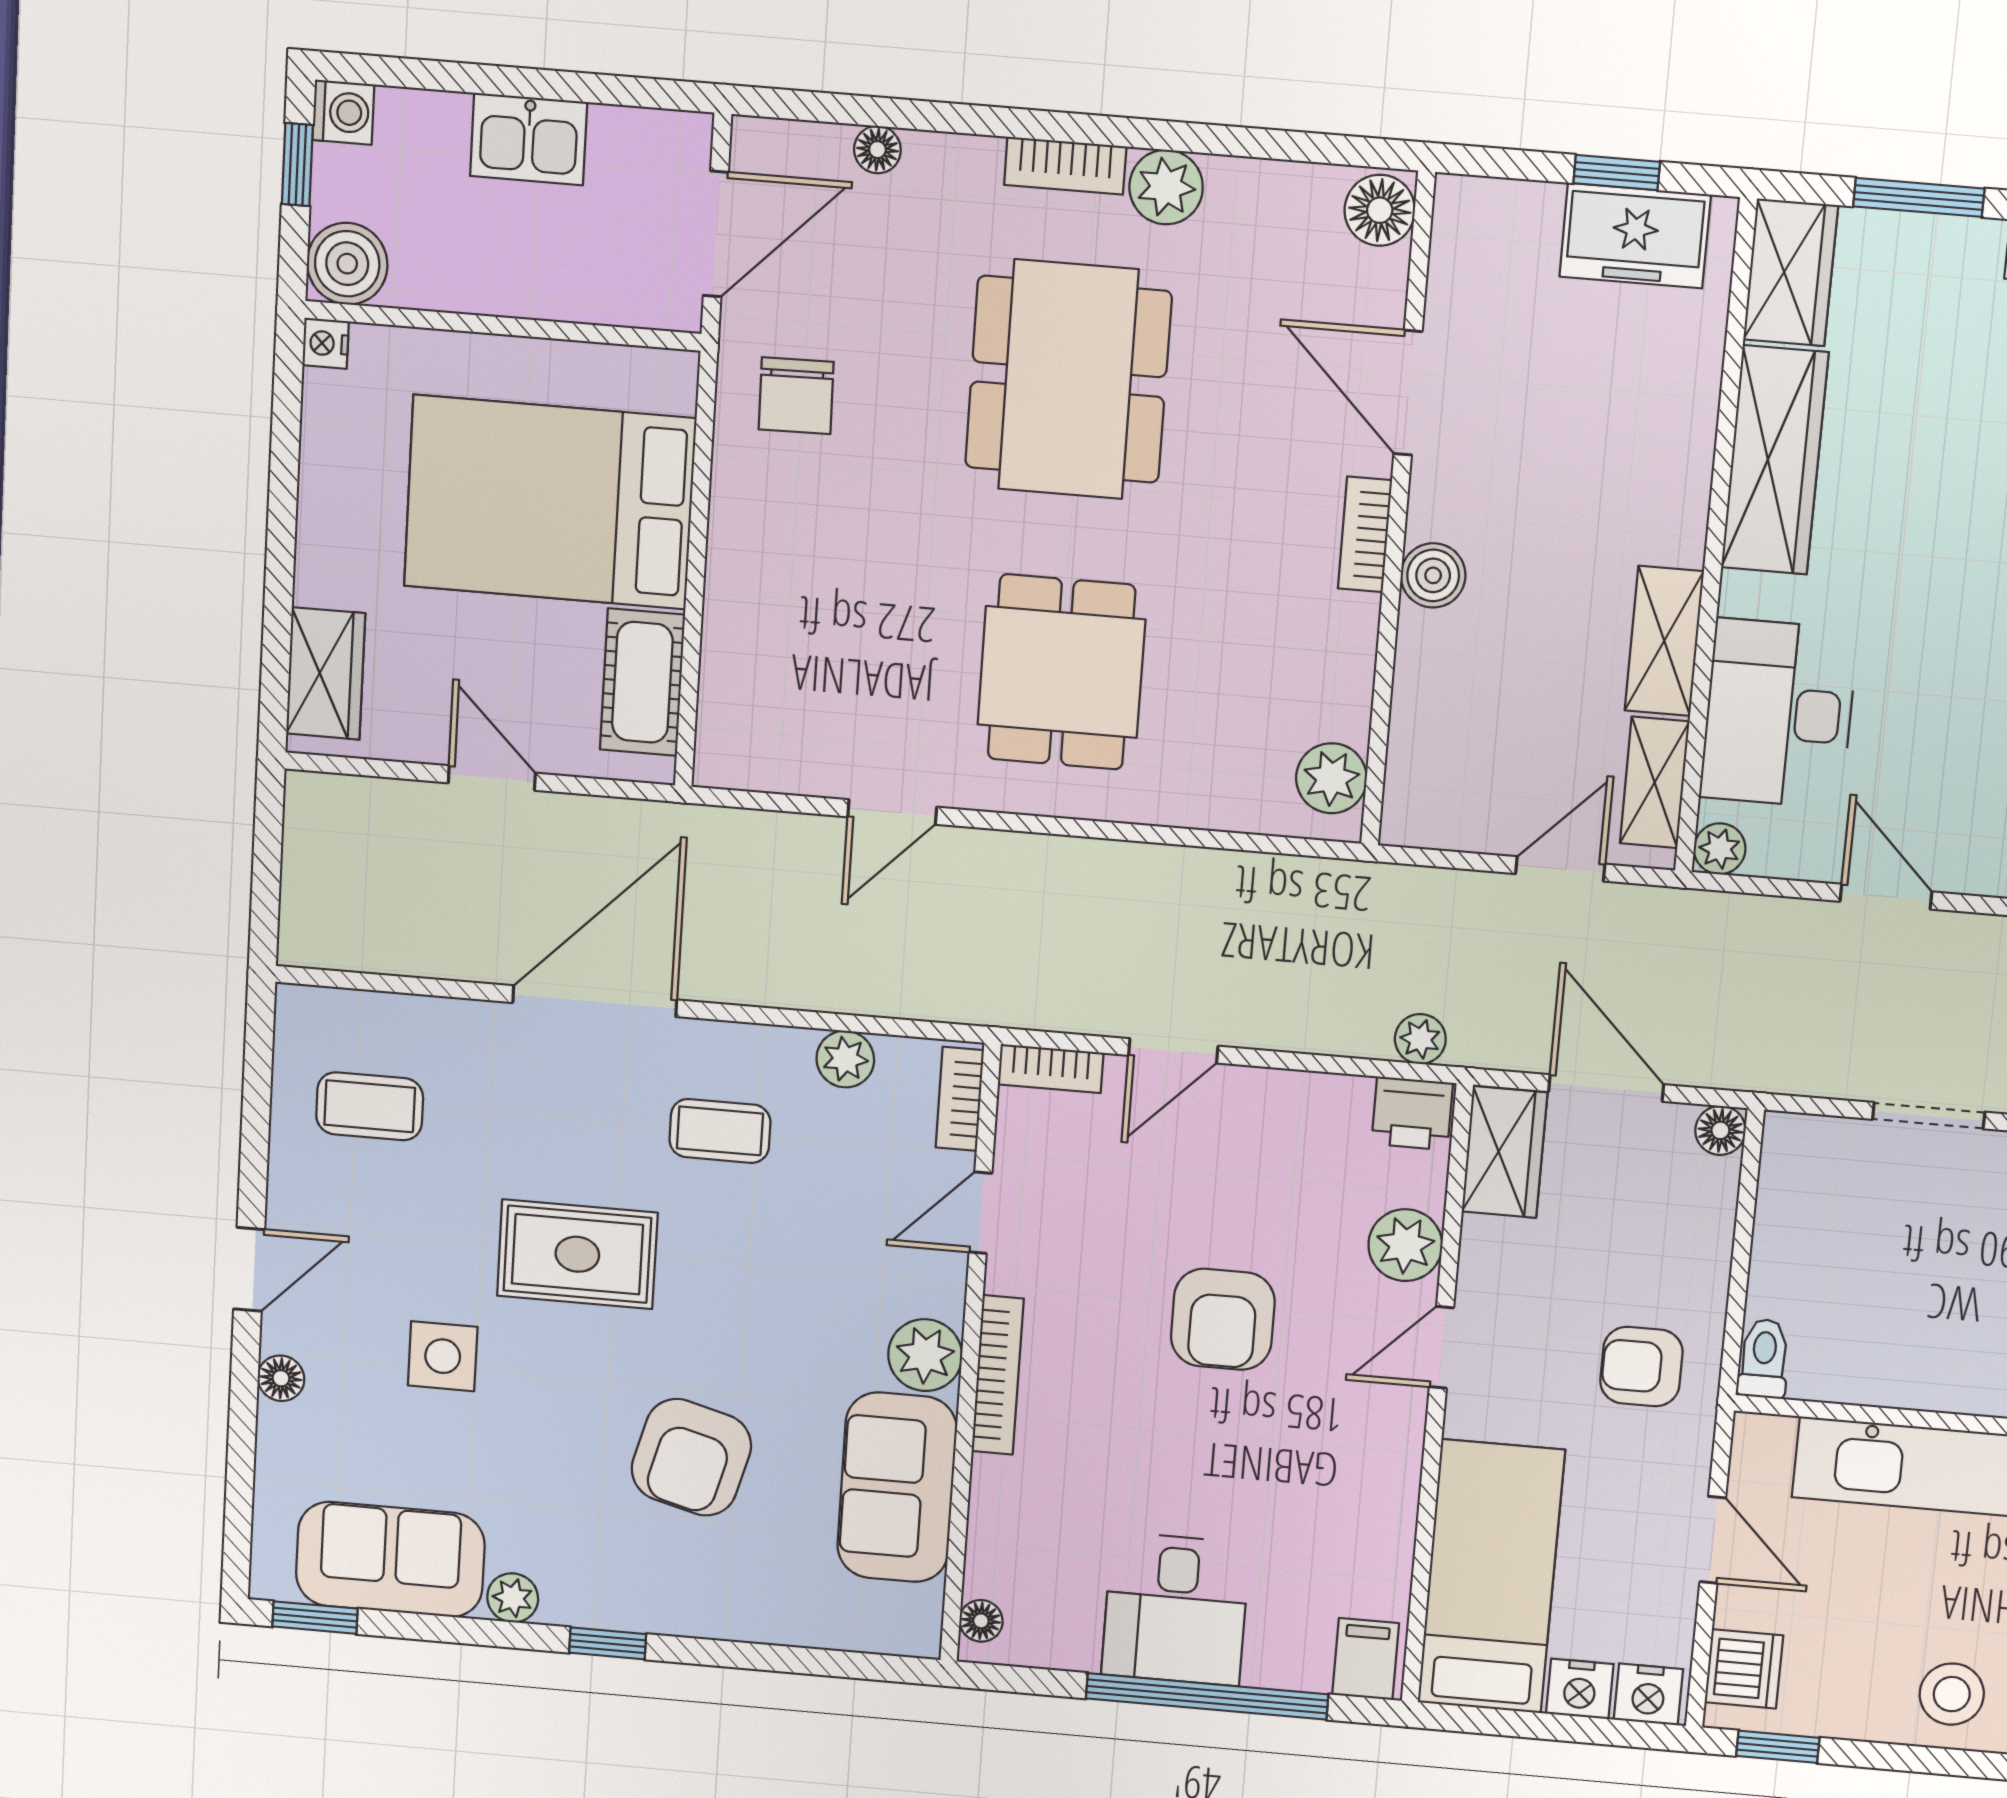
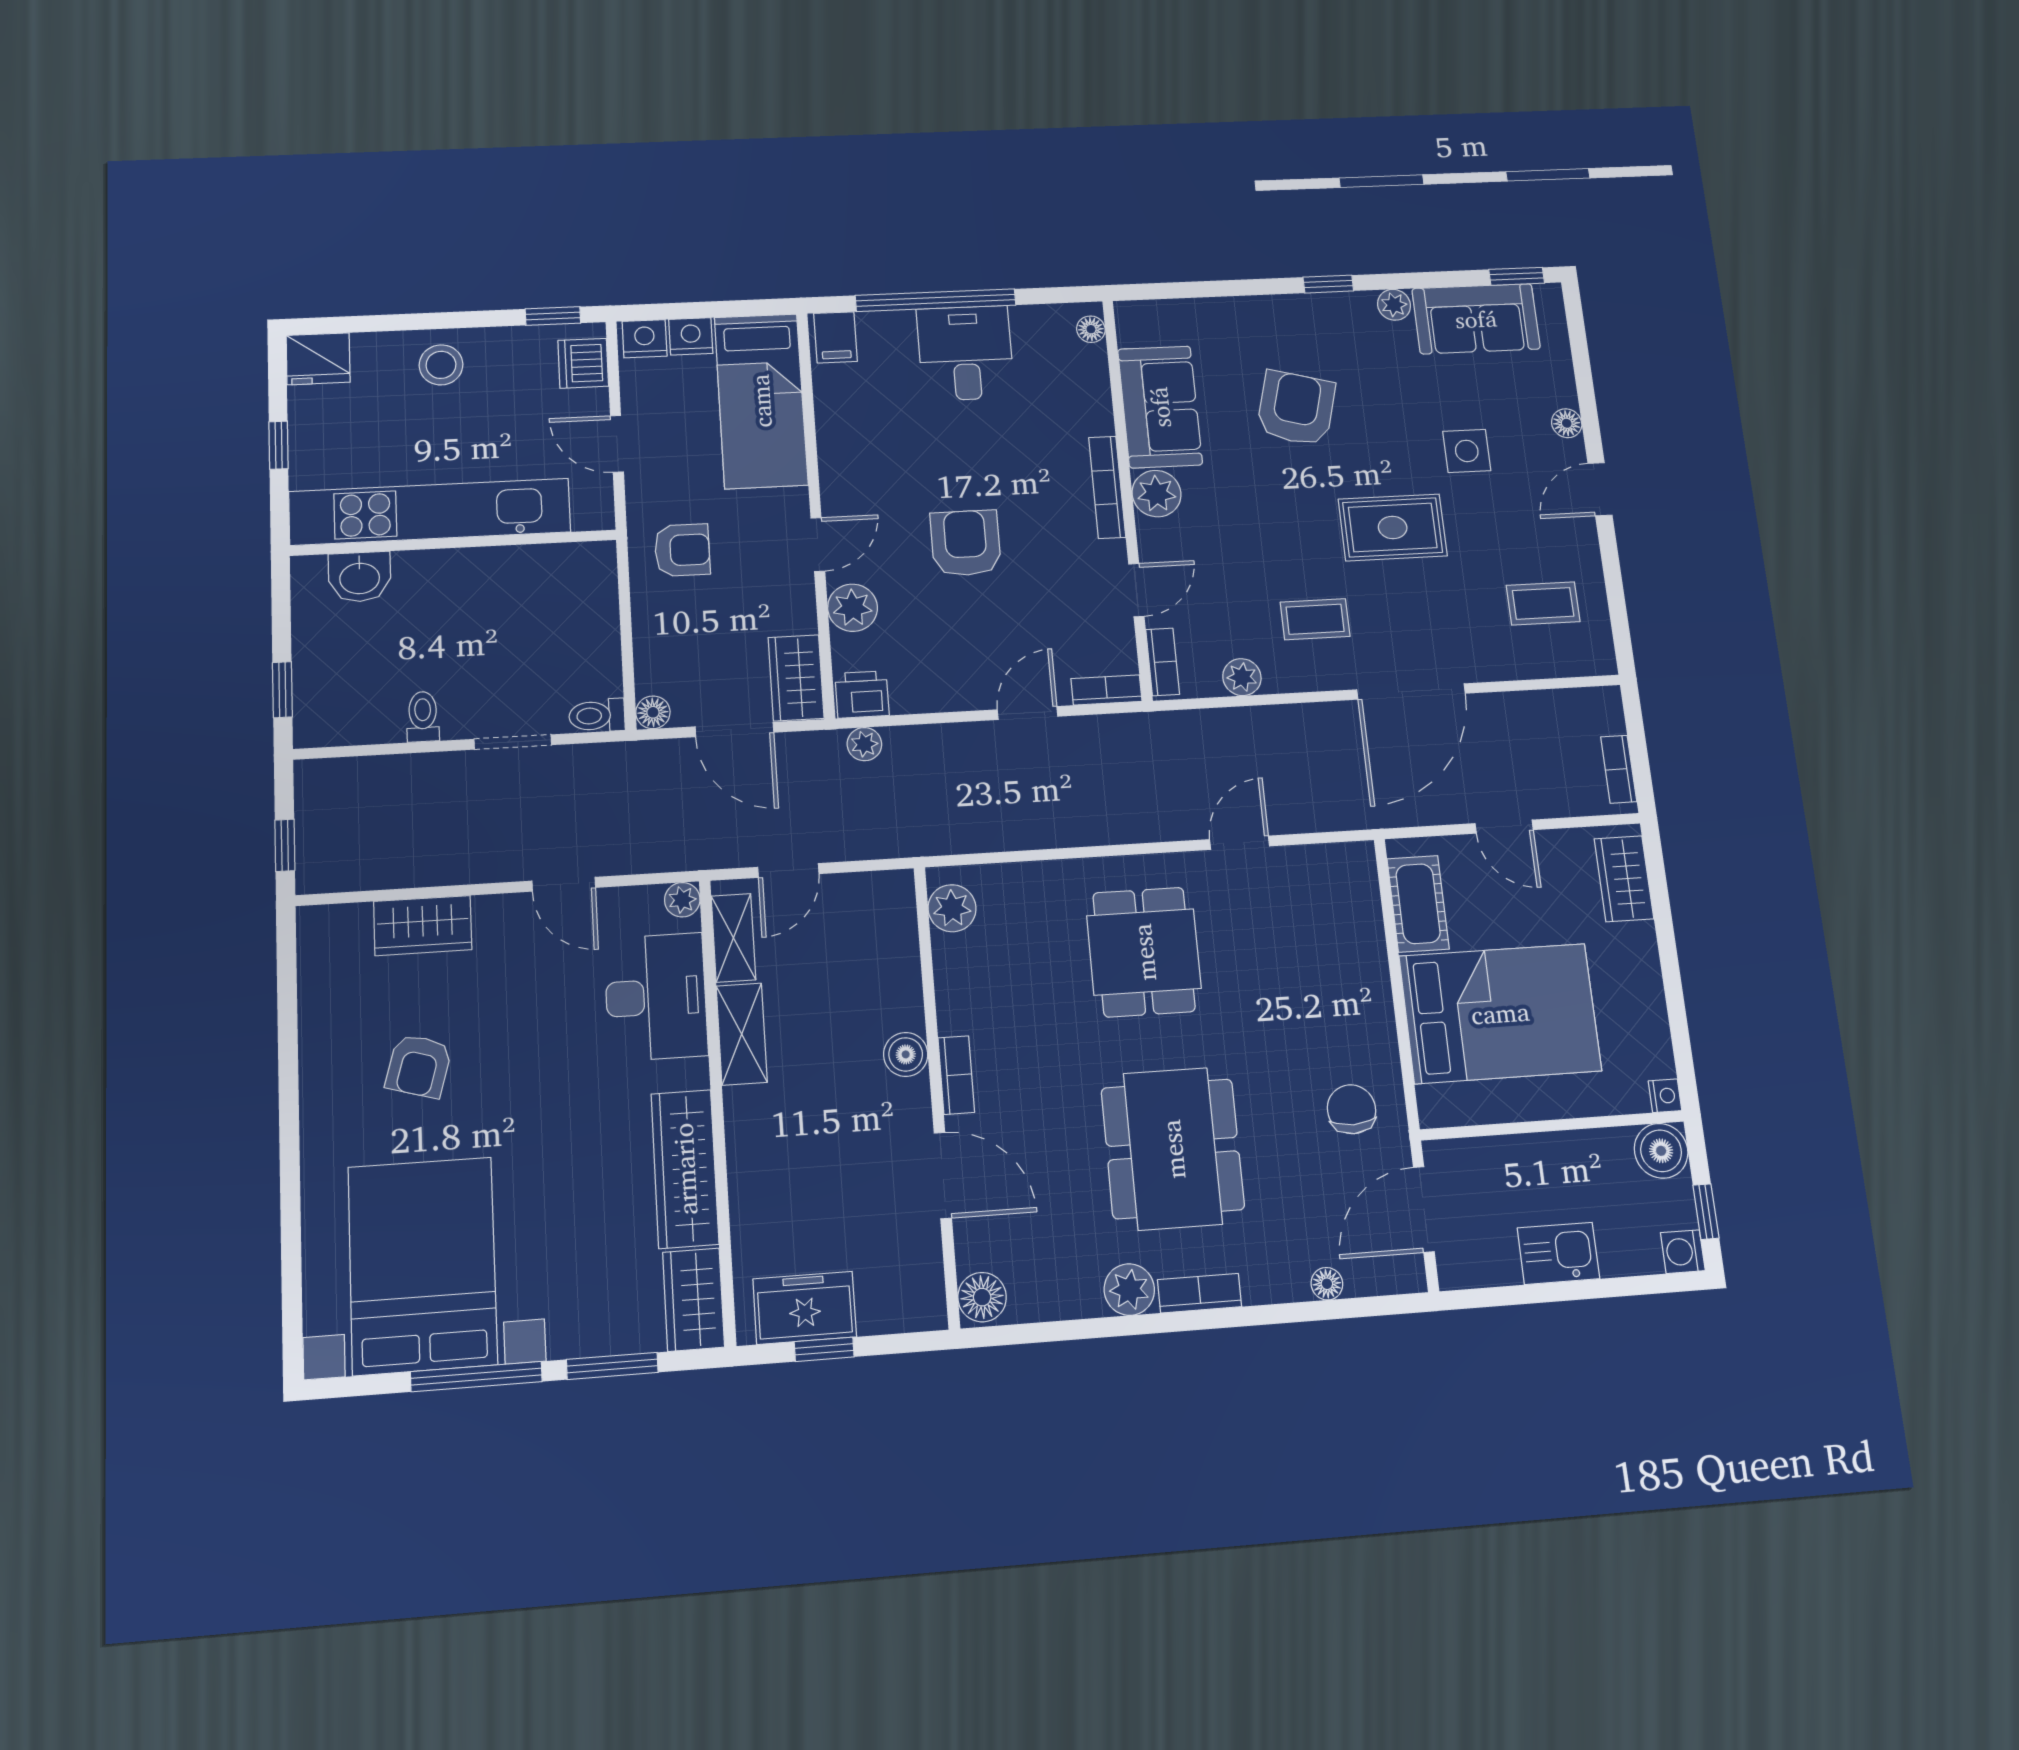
bookcase: (302, 839) -> (1619, 769), added
toilet: (1764, 1359) -> (597, 716), moved, turned 90

